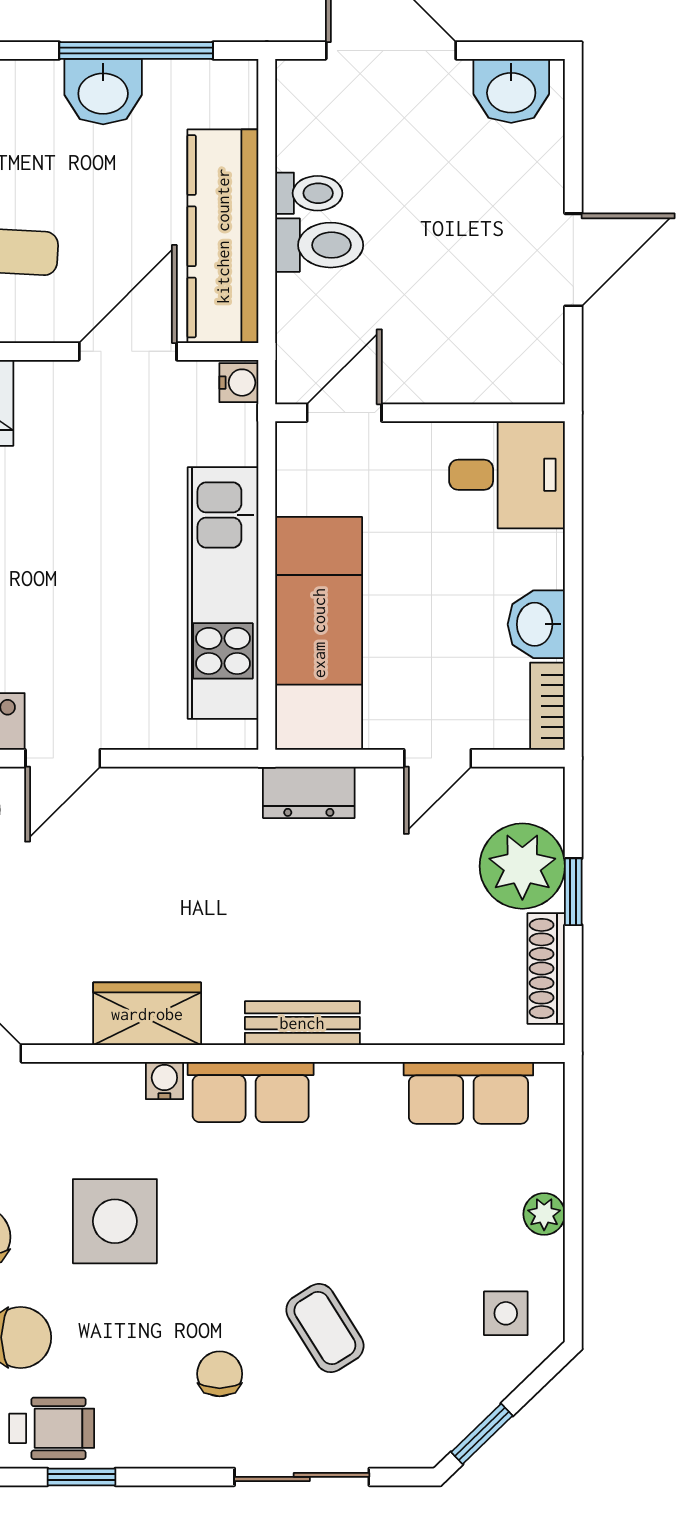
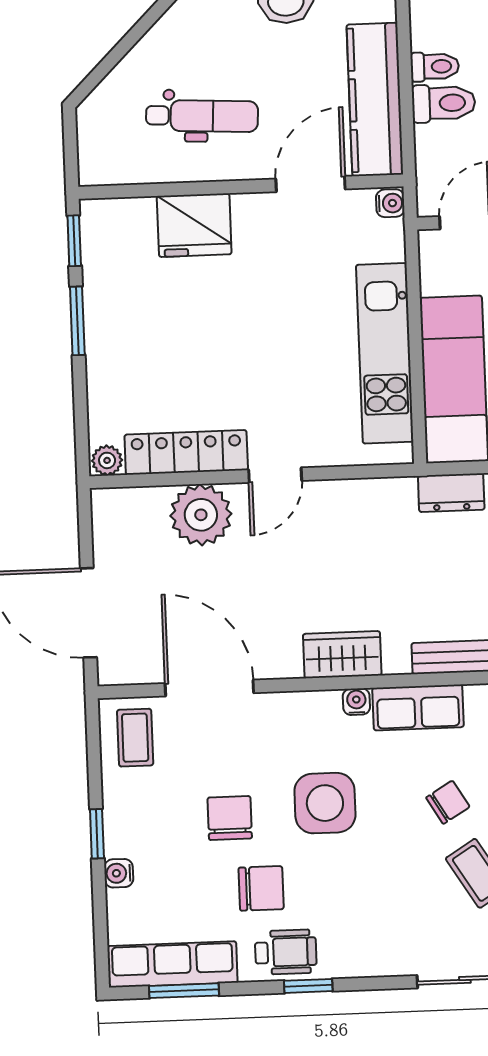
chair: (220, 1374) -> (448, 802), moved, turned 59

